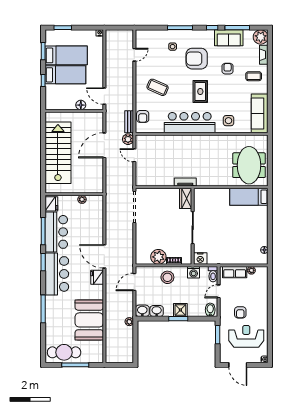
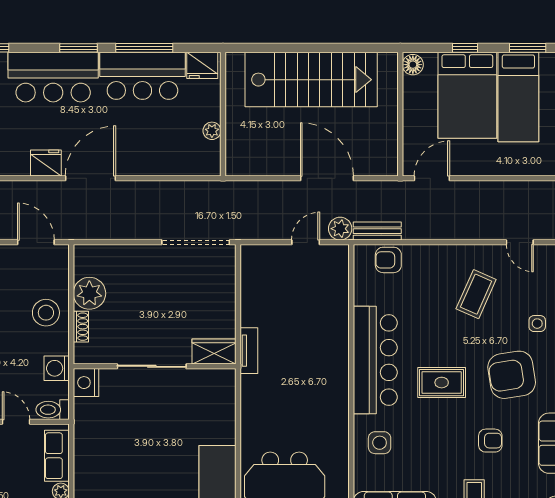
armchair: (197, 59) -> (512, 375), turned -99
bed: (65, 75) -> (467, 95), width x1.50
coffee table: (158, 87) -> (476, 294), moved
floor lamp: (81, 105) -> (413, 65), moved

